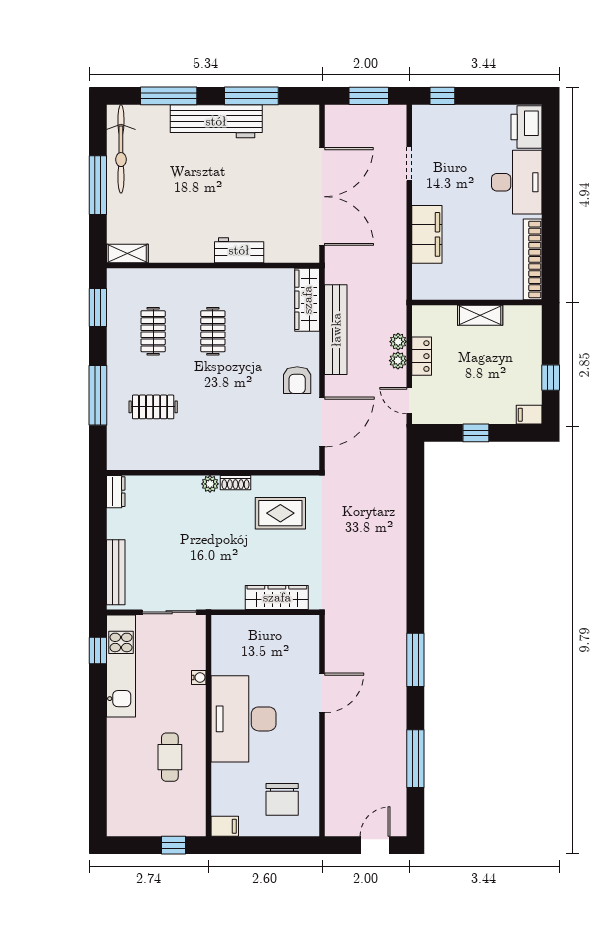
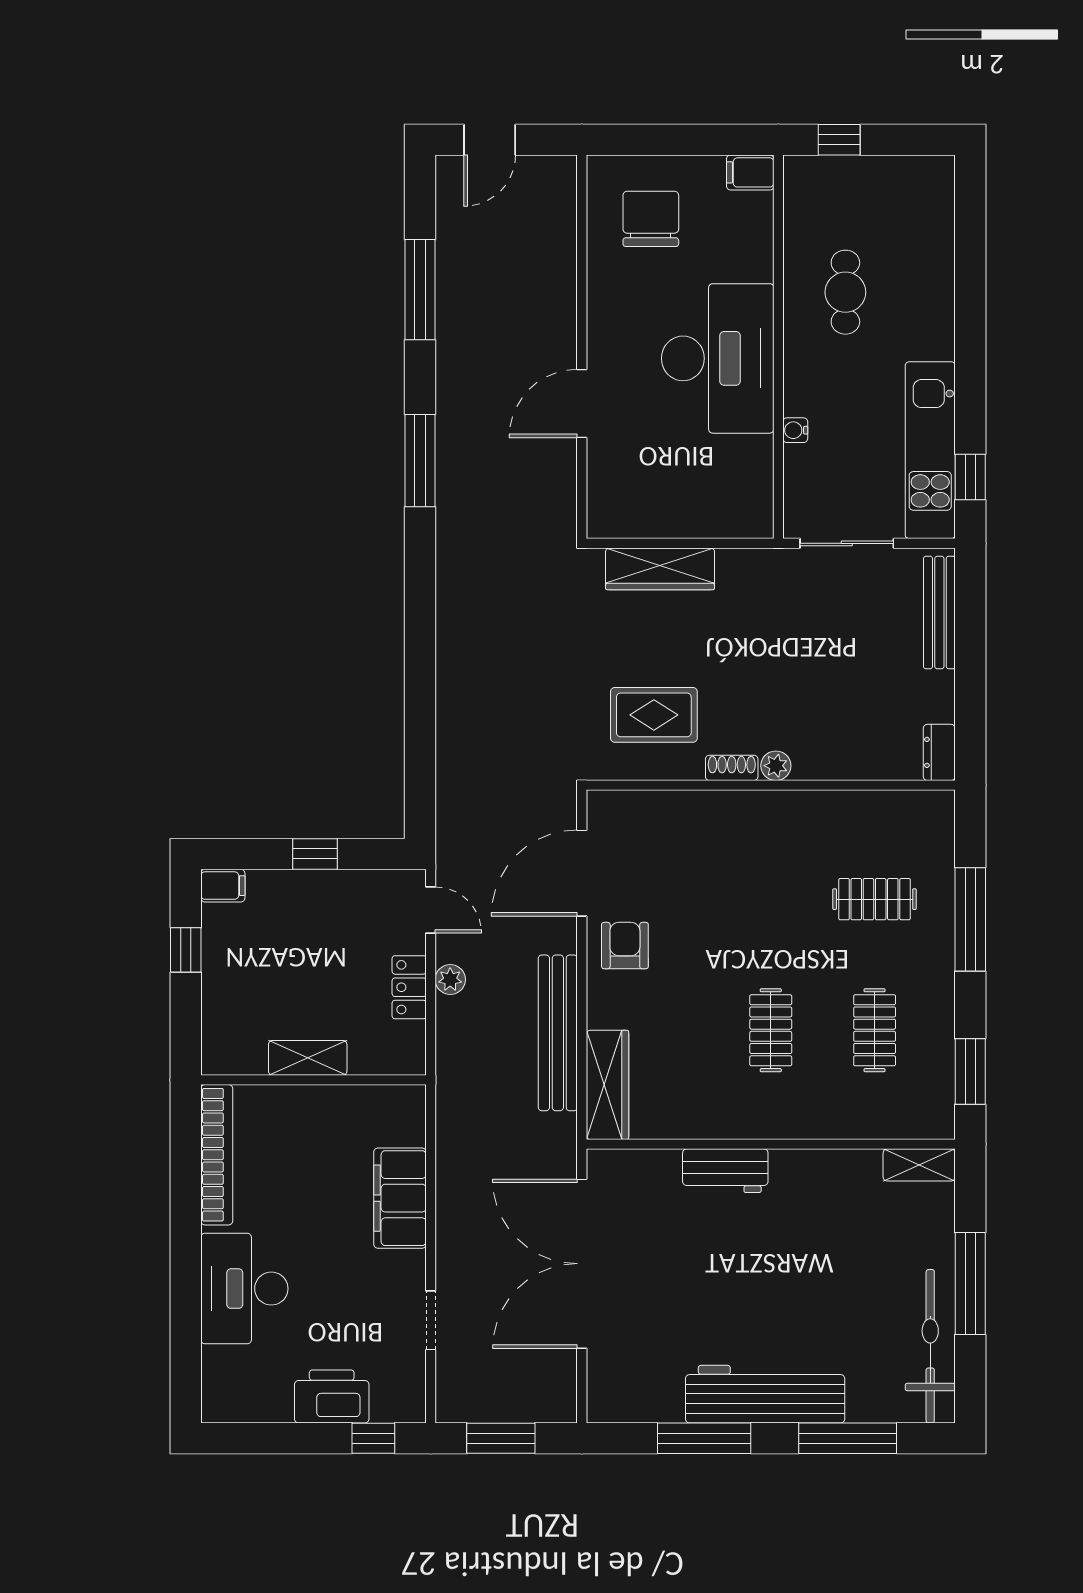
printer: (526, 127) -> (332, 1396), moved, turned -90
plant: (398, 342) -> (450, 1012), removed

